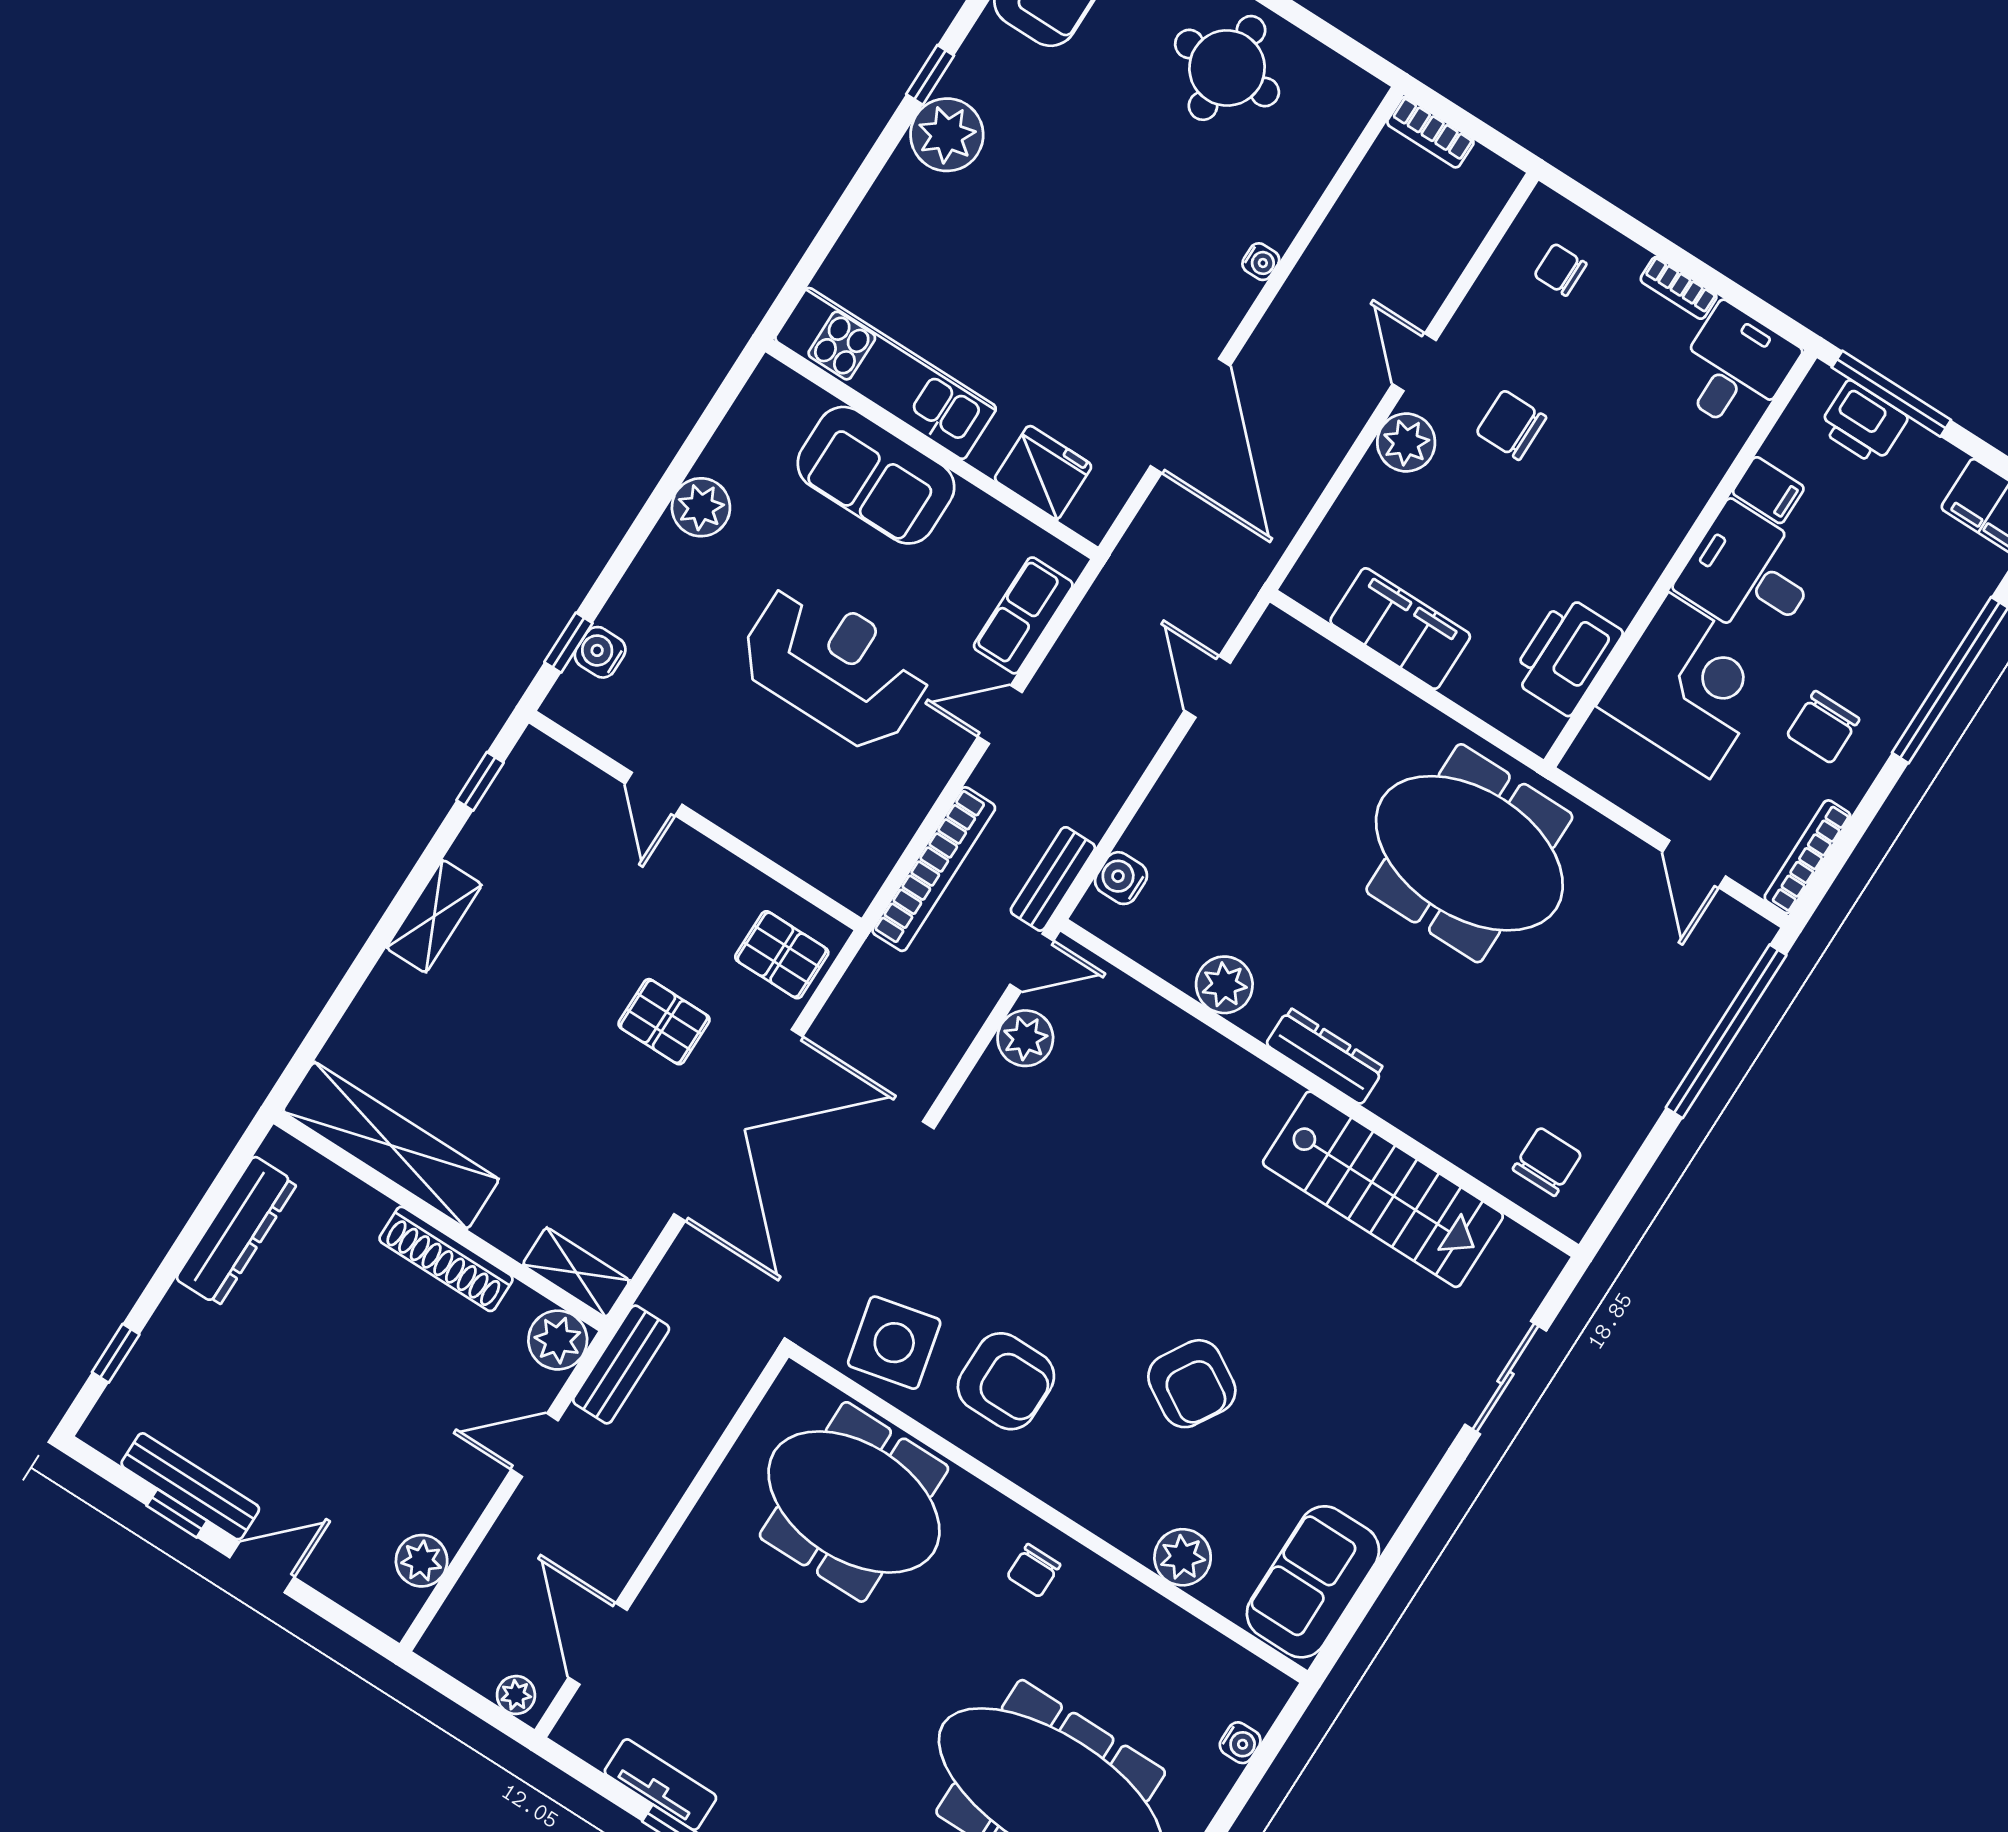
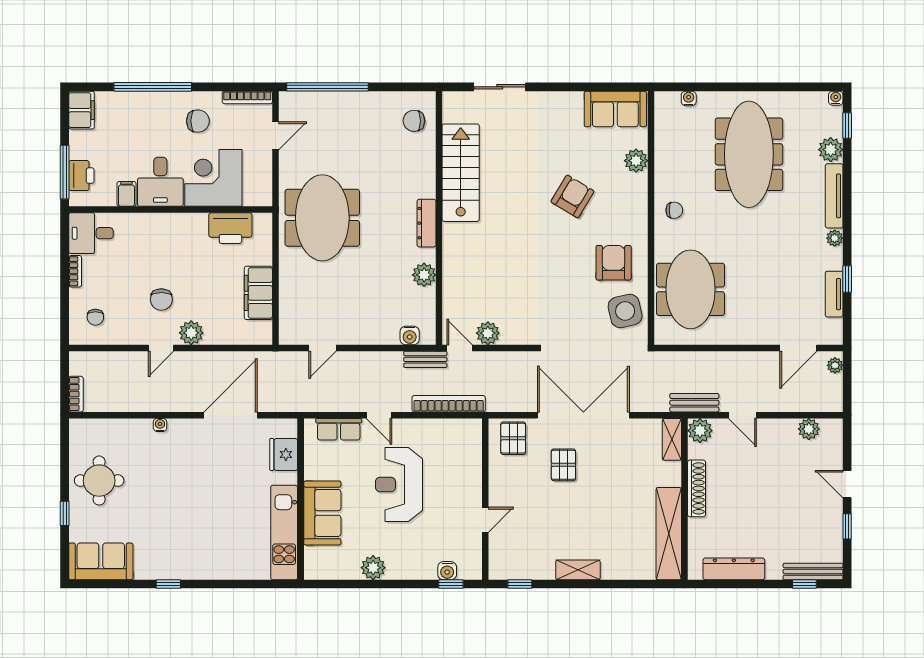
plant: (947, 135) -> (186, 565), removed
bench: (190, 1486) -> (813, 571), moved, turned 90

